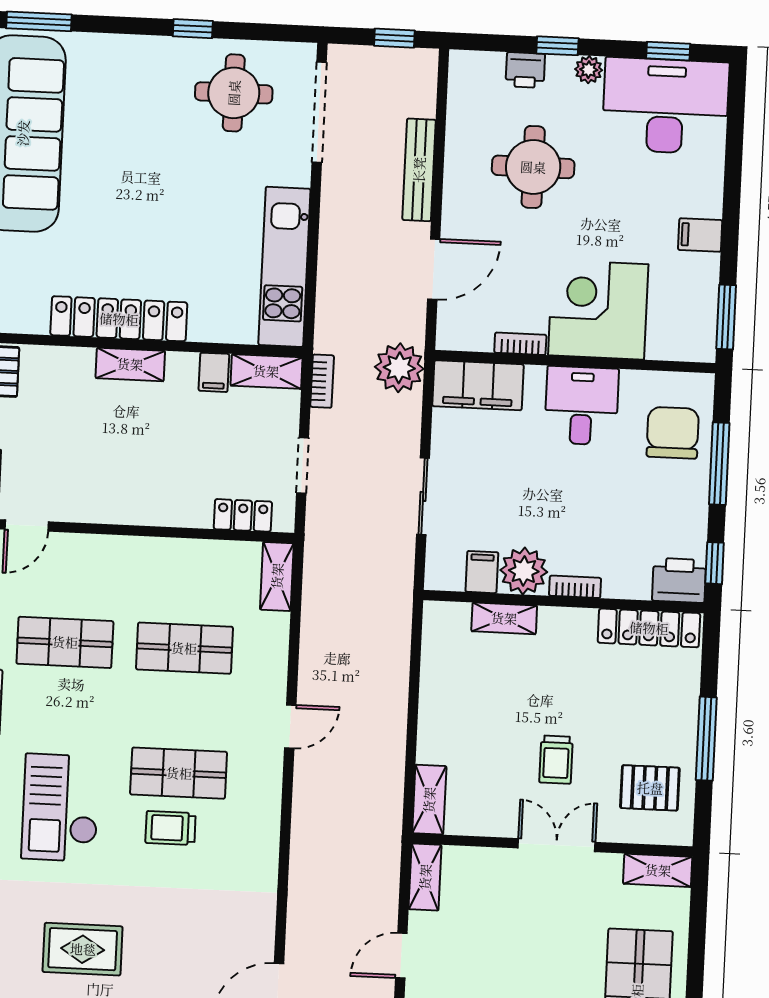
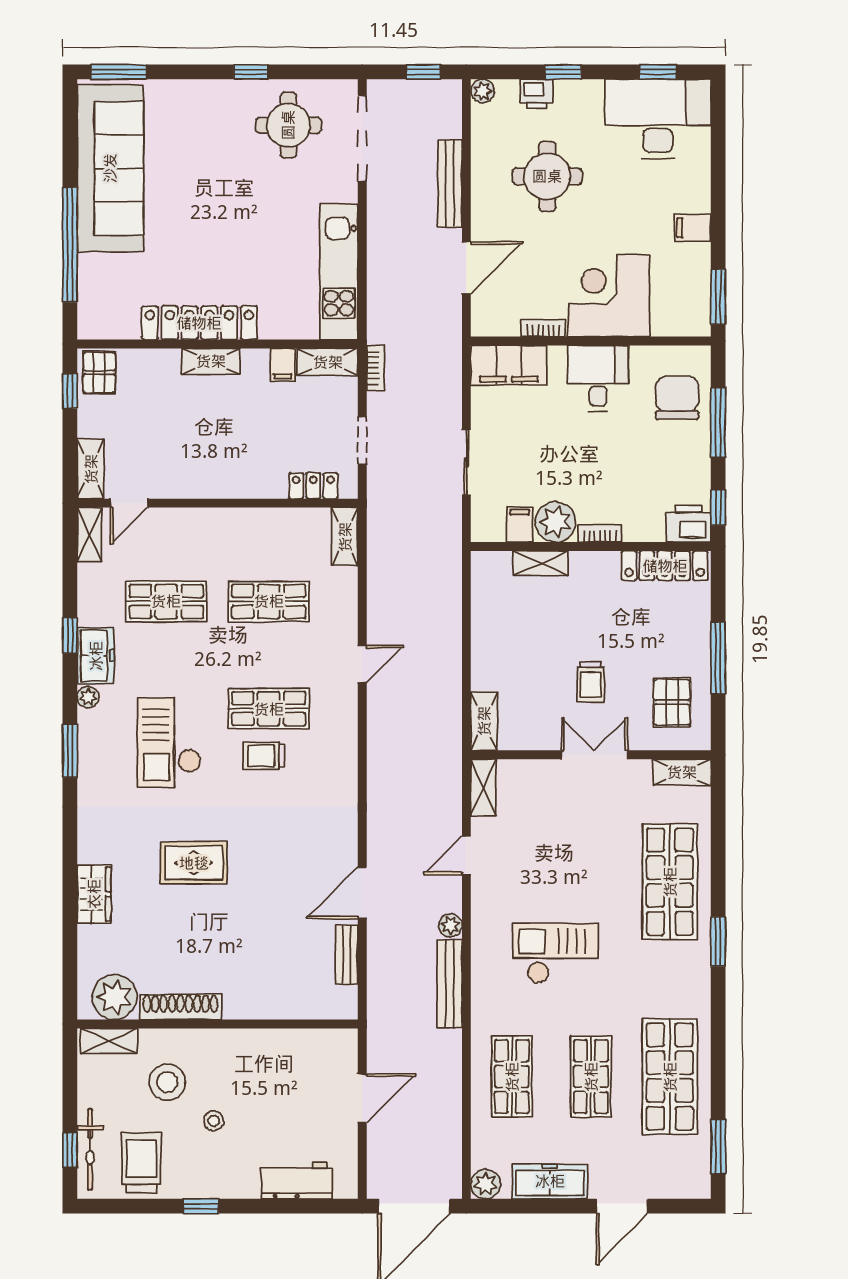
plant: (589, 70) -> (483, 91), moved
plant: (399, 368) -> (441, 353), removed
pallet: (650, 788) -> (672, 702), turned 90

